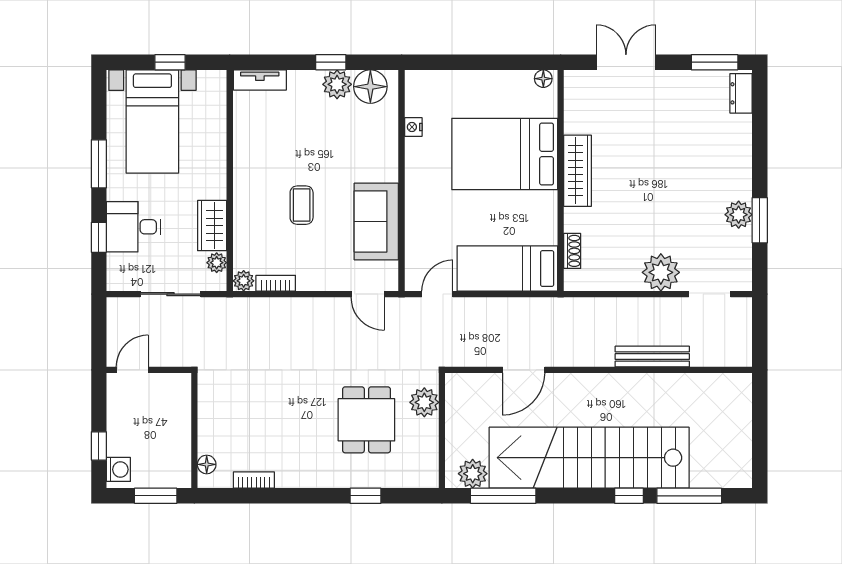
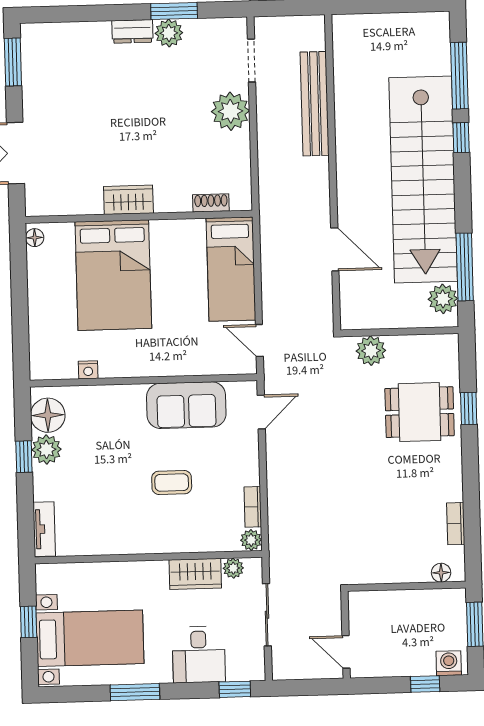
dresser: (741, 93) -> (132, 31), moved
wardrobe: (578, 171) -> (128, 200), width x0.67
window: (99, 237) -> (235, 689), moved
bench: (652, 357) -> (315, 104), width x1.37, depth x1.21
dining table: (366, 420) -> (420, 412), moved

